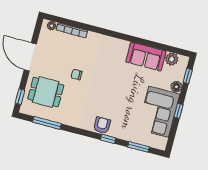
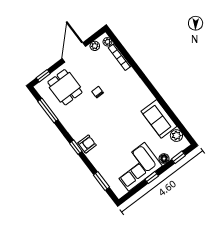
plant: (44, 38) -> (95, 46), added
window: (108, 139) -> (76, 147), moved

